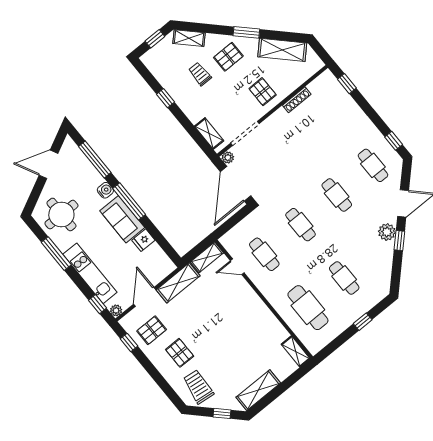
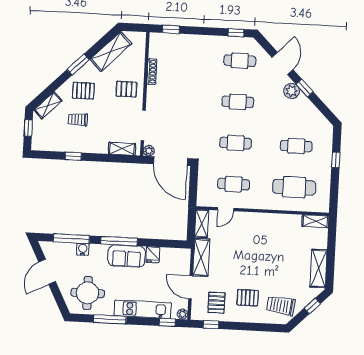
pallet: (228, 57) -> (83, 91), turned 90
water cooler: (105, 190) -> (83, 249), moved

